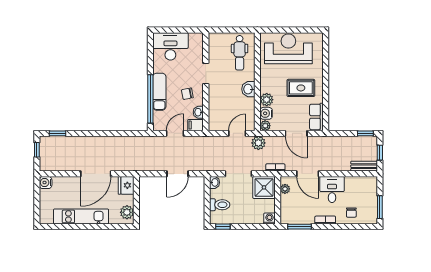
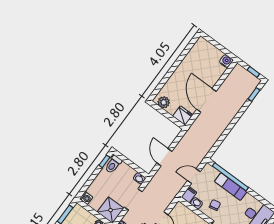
door: (175, 133) -> (194, 176), swing flipped
toilet: (220, 205) -> (113, 164), moved
kitchen unit: (81, 216) -> (184, 68), removed

